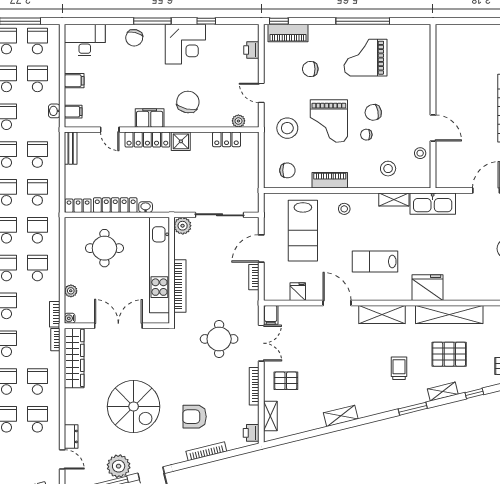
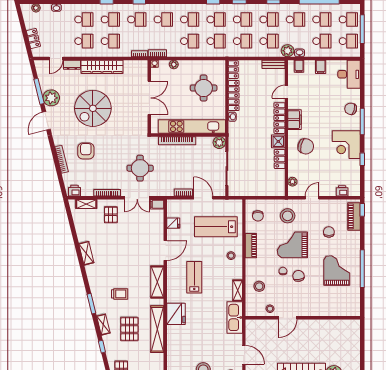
plant: (51, 128) -> (288, 51), added
locker: (227, 139) -> (280, 159), moved
wardrobe: (74, 358) -> (102, 67), moved

